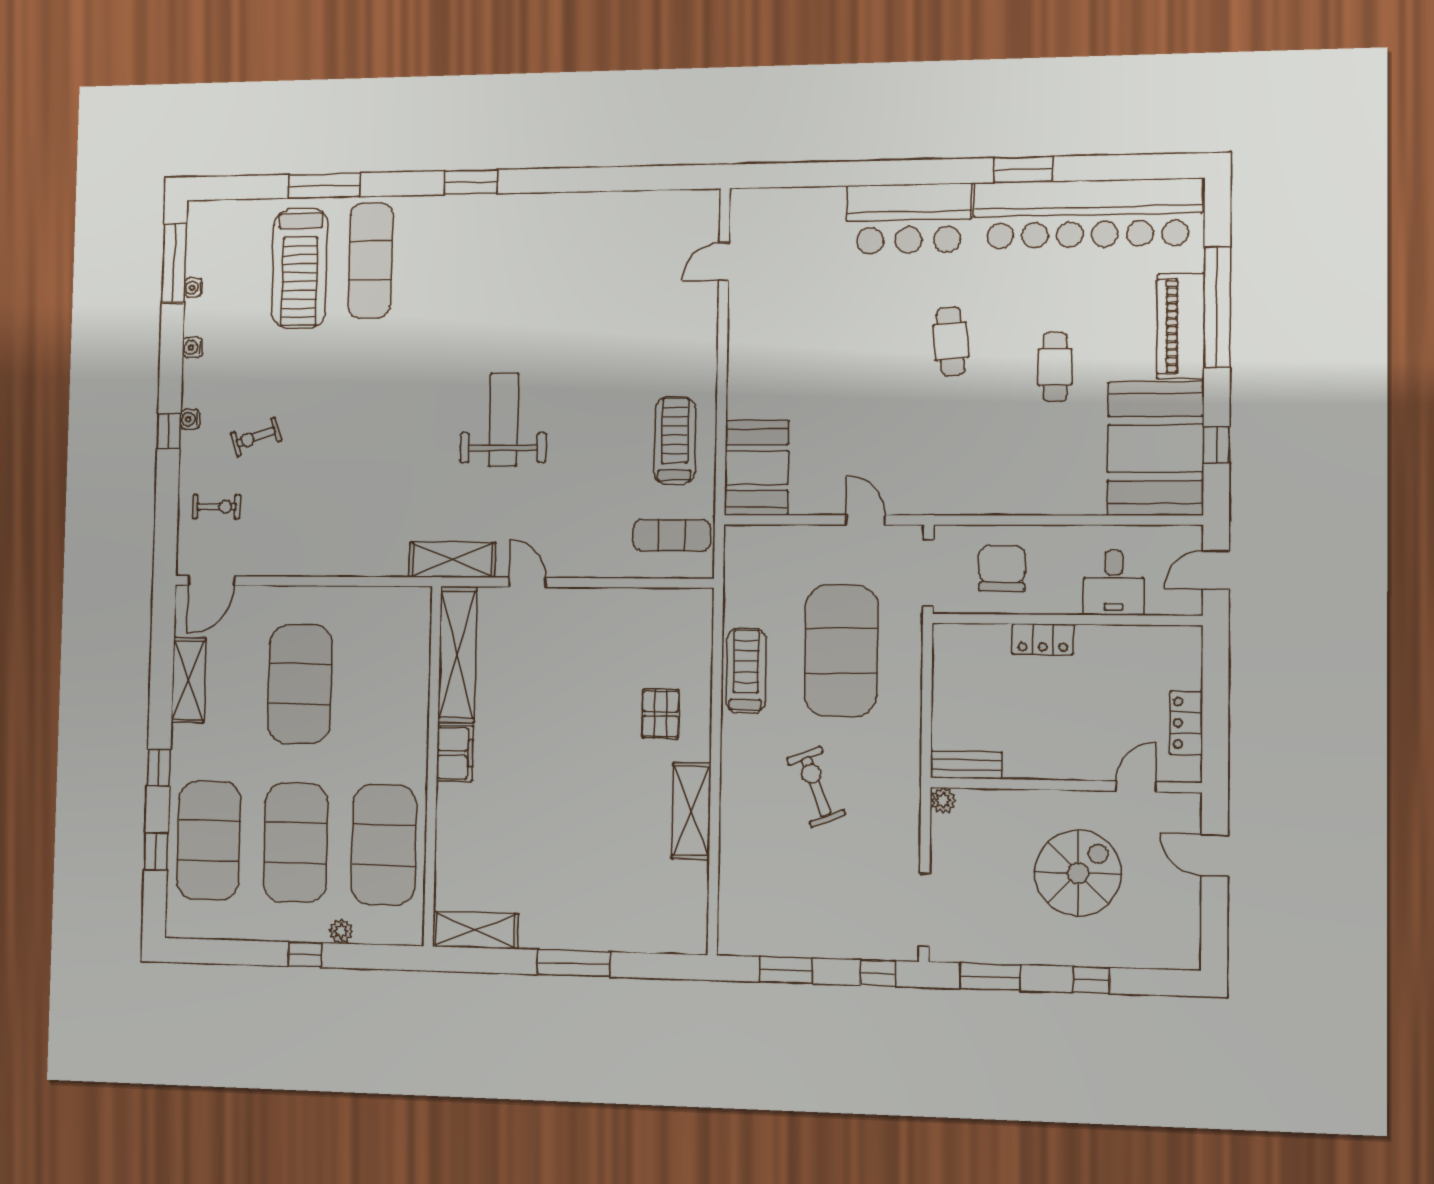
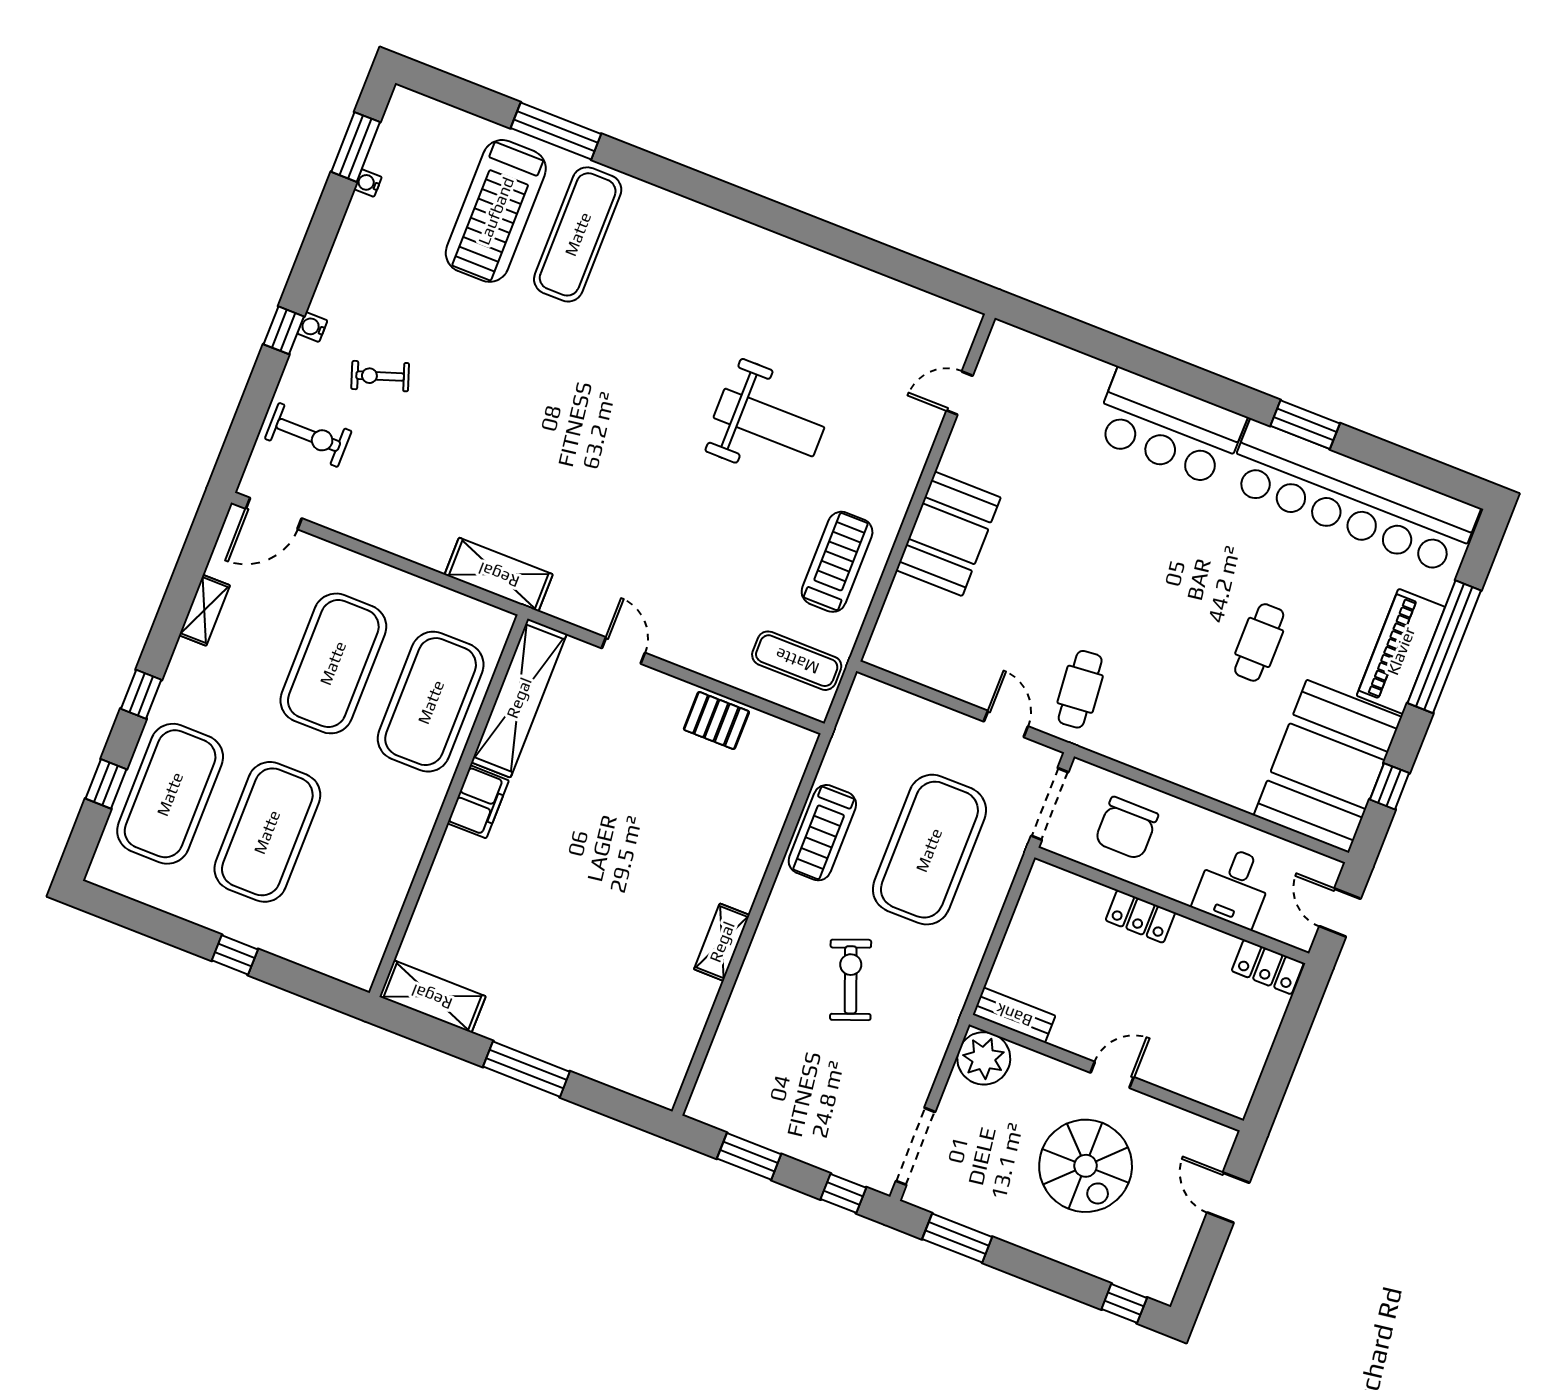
window: (471, 182) -> (719, 195), removed
window: (174, 263) -> (356, 147), width x0.69
cafe table: (951, 341) -> (1080, 689), moved
water cooler: (192, 347) -> (343, 249), removed
weight bench: (504, 420) -> (769, 423), moved, turned 90
booth: (757, 468) -> (948, 534), moved
exercise bike: (217, 507) -> (308, 435), width x1.38, depth x1.39
shelving: (452, 560) -> (499, 575), moved
chair: (1002, 568) -> (1126, 828), turned 180
door: (1216, 570) -> (1340, 913), hinge flipped
treadmill: (746, 671) -> (822, 833), turned 180
shelving: (189, 680) -> (204, 610), width x0.67, depth x0.75
pallet: (661, 714) -> (716, 721), moved, turned 90
locker: (1186, 723) -> (1268, 967), moved, turned -90
door: (1136, 787) -> (1112, 1075), moved
plant: (943, 800) -> (984, 1058), width x1.88, depth x1.88
shelving: (691, 811) -> (722, 942), width x0.67, depth x0.75
exercise mat: (384, 845) -> (431, 702), moved
spiral stairs: (1078, 873) -> (1086, 1166), turned 90
plant: (341, 931) -> (284, 945), removed
window: (1091, 980) -> (1124, 1303), moved

